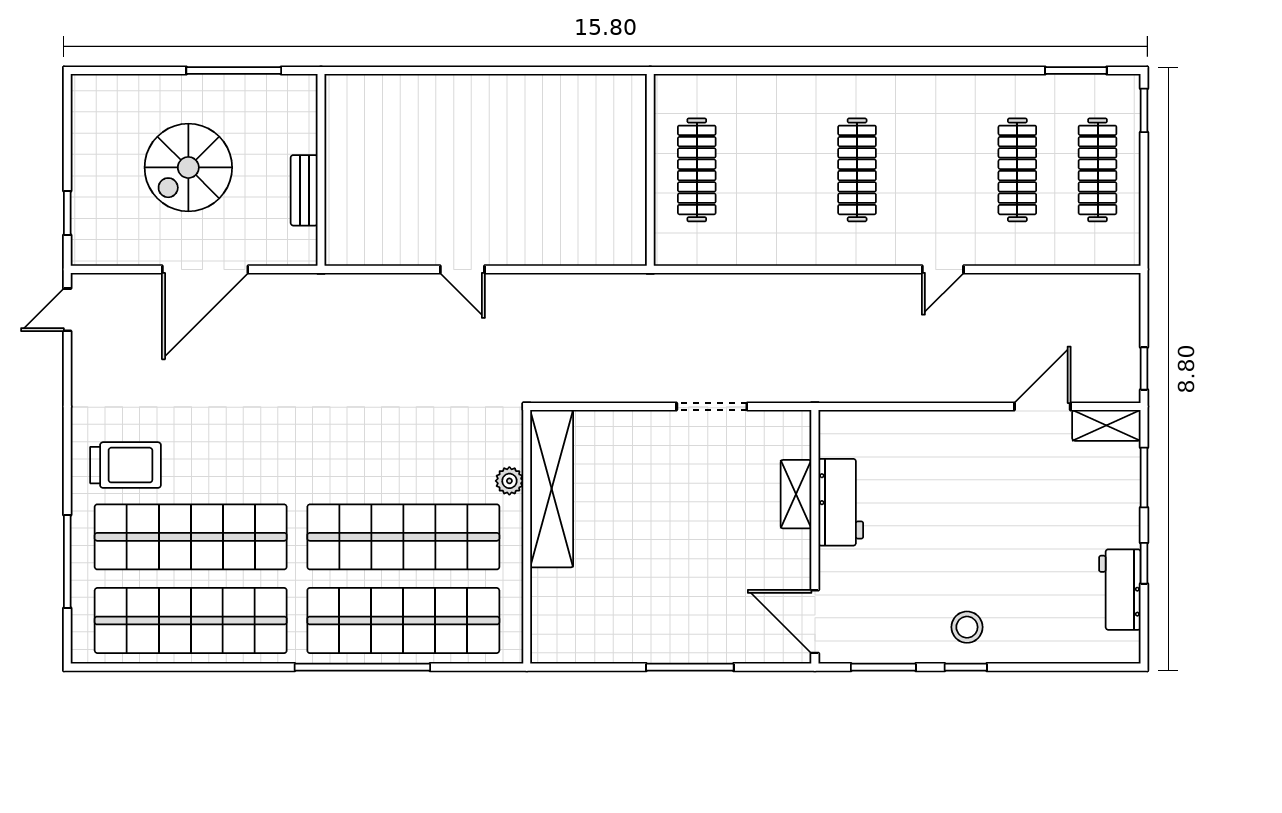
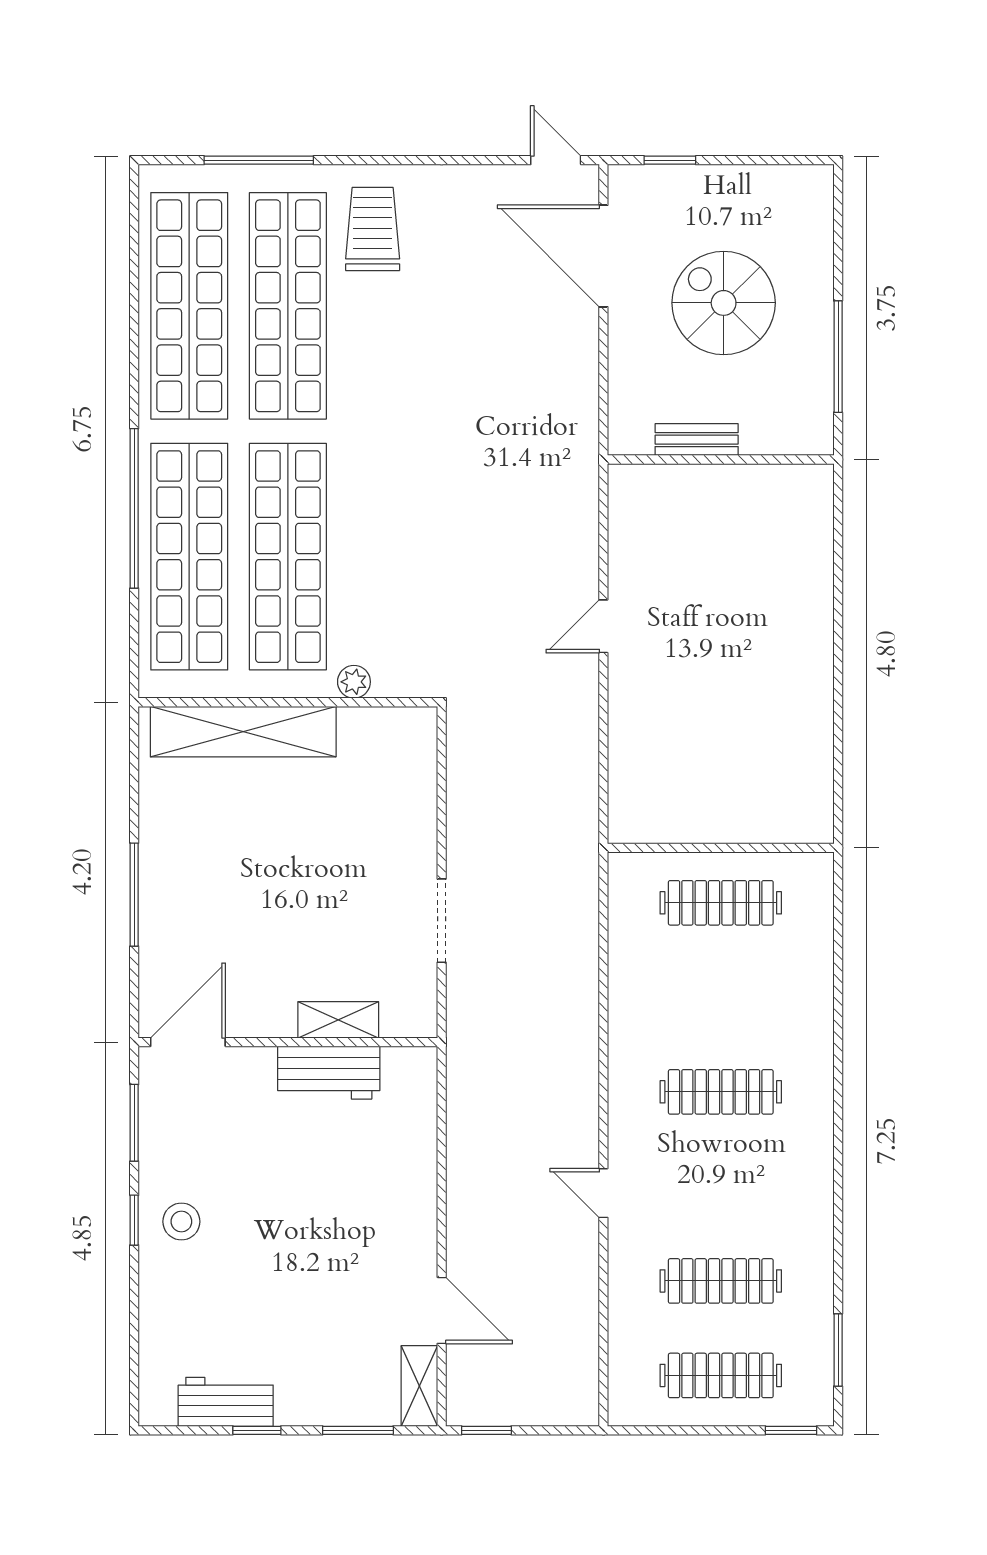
door: (205, 269) -> (603, 256), moved
trolley: (126, 465) -> (373, 229), turned 180
shelving: (552, 489) -> (243, 732), moved

